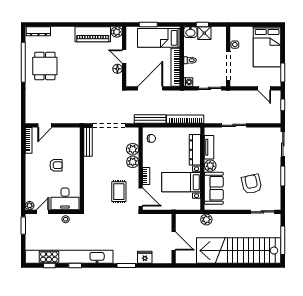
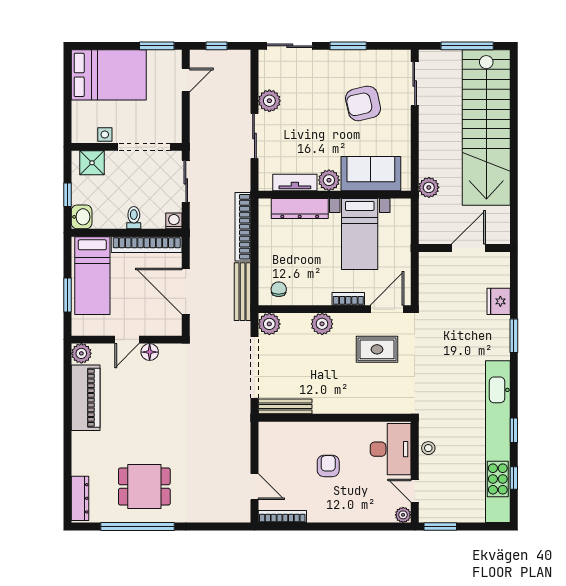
shower: (204, 33) -> (92, 163), moved
plant: (253, 133) -> (269, 101), added
plant: (133, 149) -> (269, 324), moved

